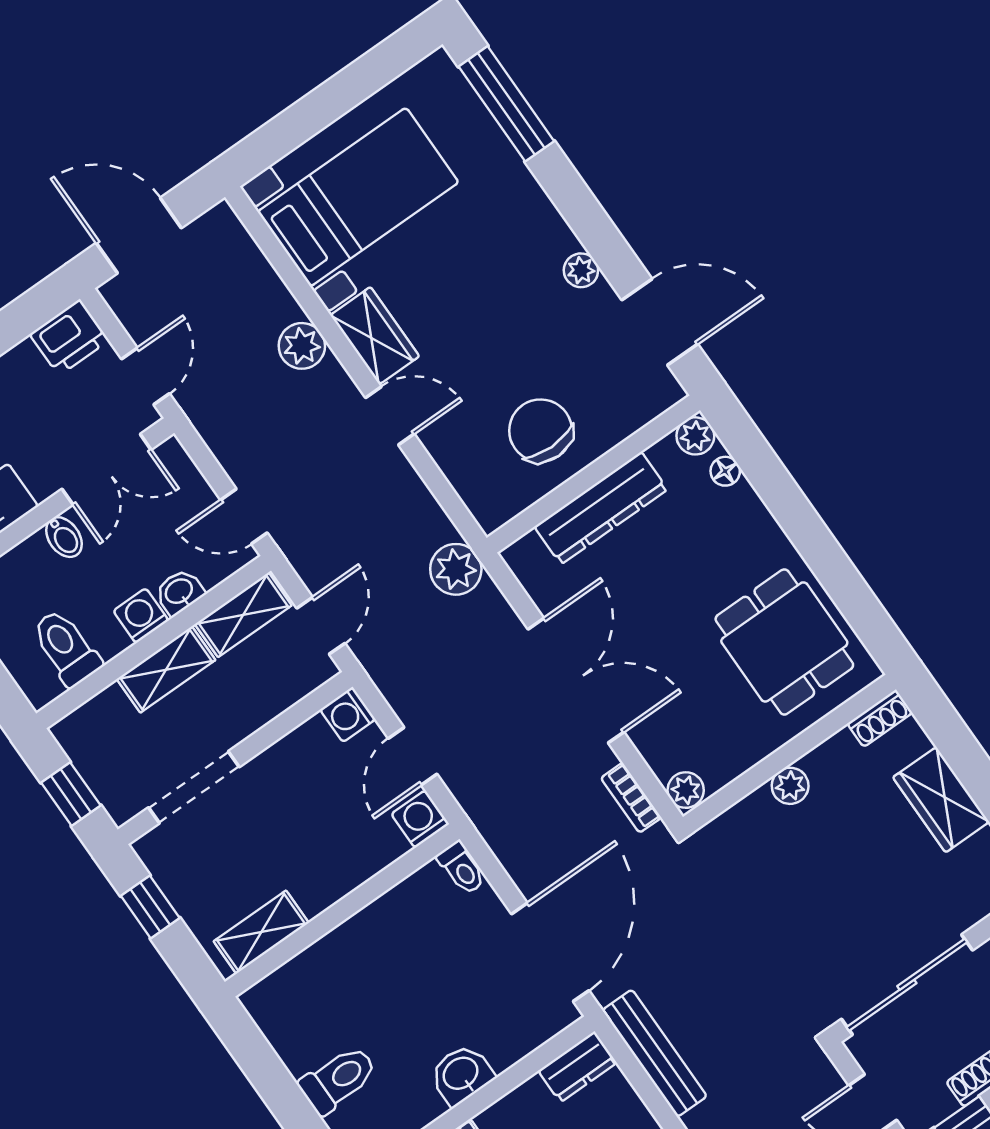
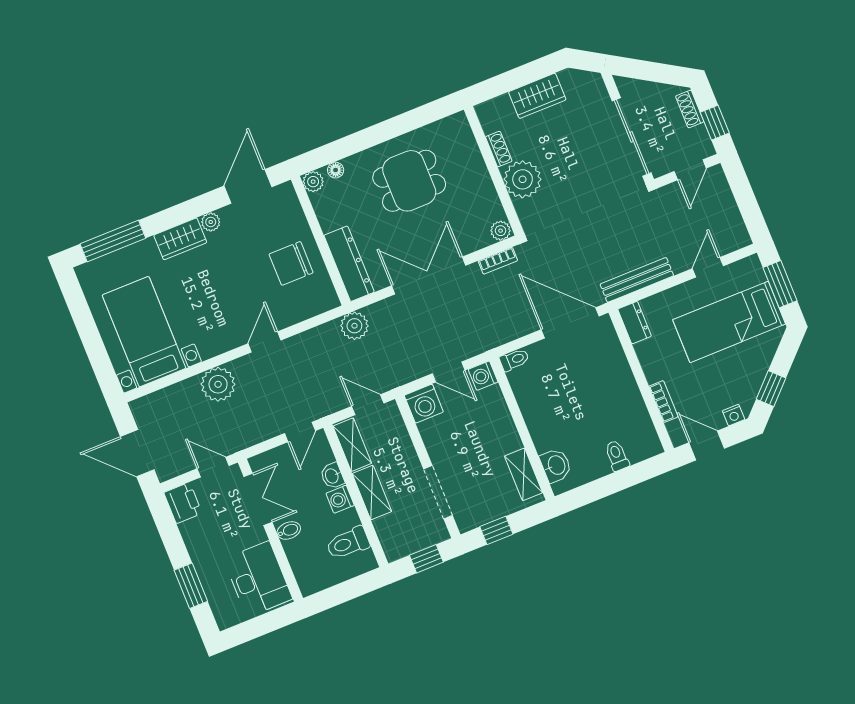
door: (139, 236) -> (137, 453), hinge flipped
wardrobe: (375, 336) -> (180, 239), moved, turned 180
plant: (302, 346) -> (218, 384), width x1.36, depth x1.36
dresser: (601, 508) -> (349, 264), moved
dining table: (784, 642) -> (409, 181), moved
washing machine: (348, 714) -> (424, 404), width x1.38, depth x1.38
shoe rack: (880, 718) -> (499, 149), moved
plant: (790, 786) -> (523, 179), width x1.87, depth x1.87
washbasin: (461, 1074) -> (556, 465), moved, turned 180
toilet: (338, 1080) -> (617, 456), width x0.73, depth x0.72

